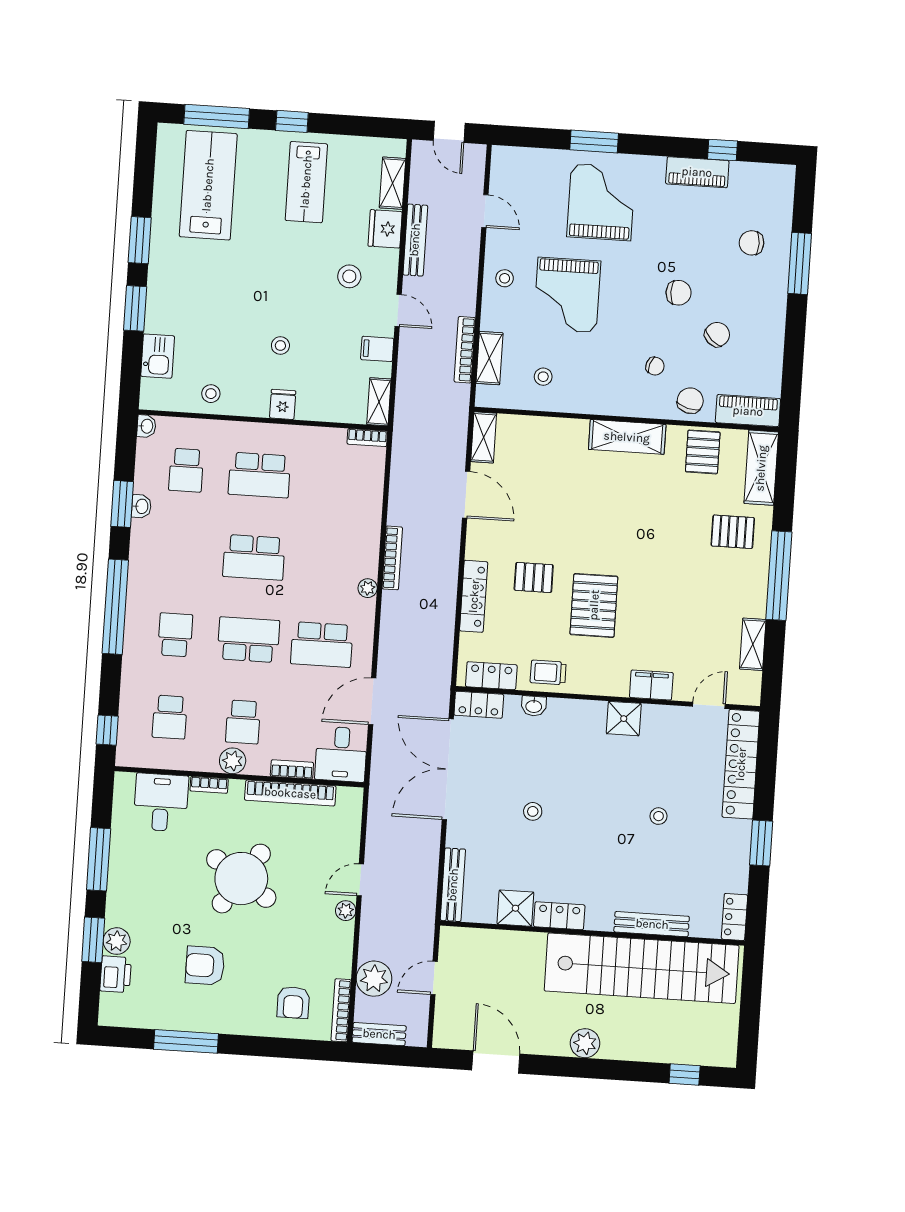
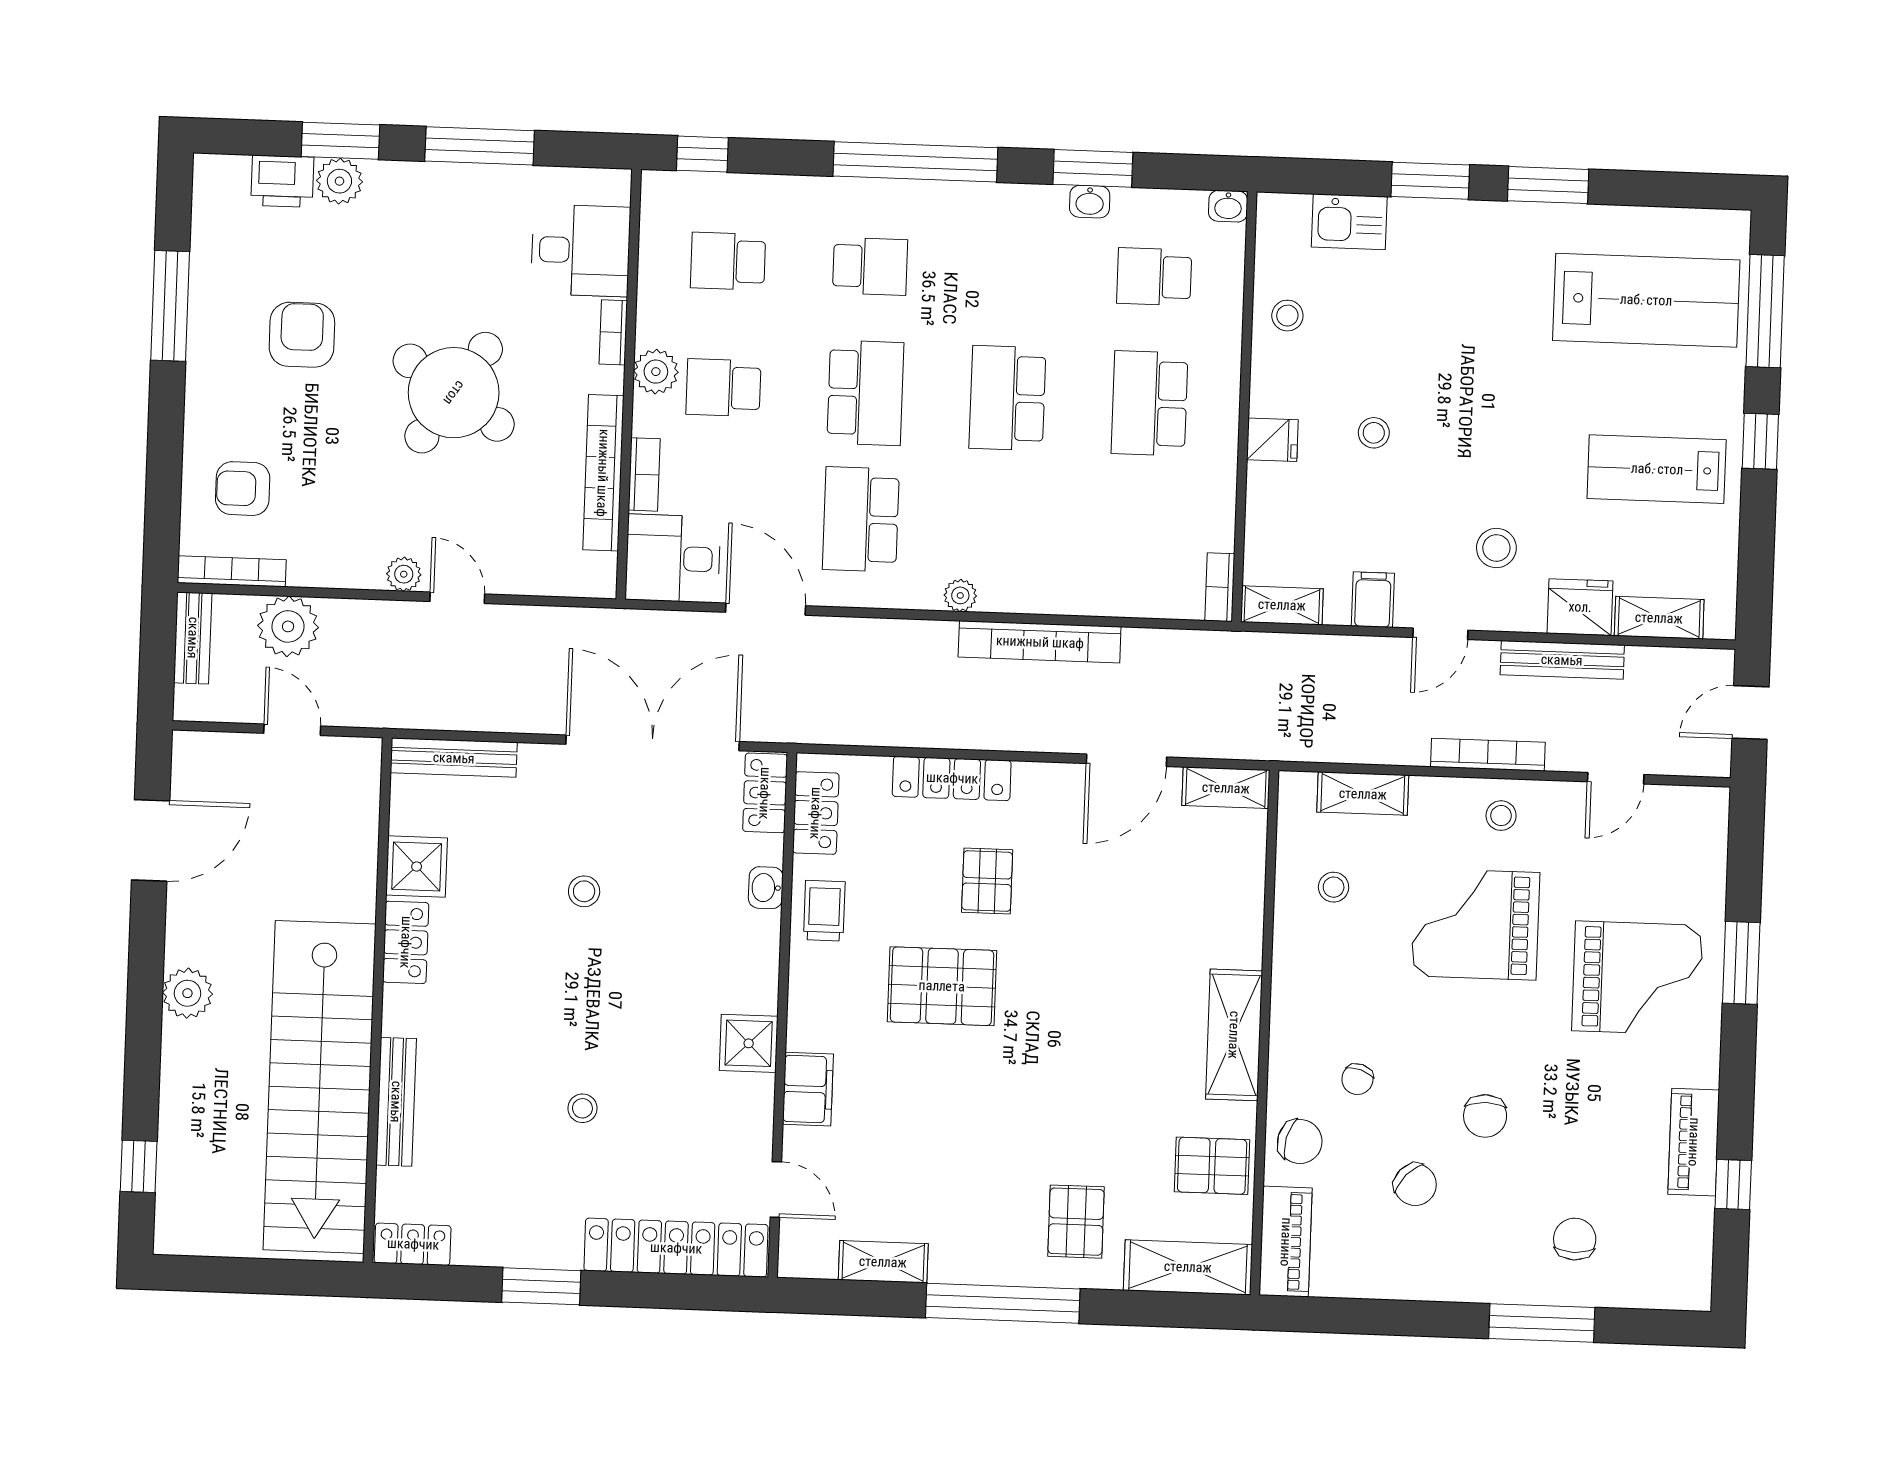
bookcase: (465, 350) -> (1488, 755), moved
bookcase: (392, 558) -> (1040, 642), width x1.48, depth x1.31

